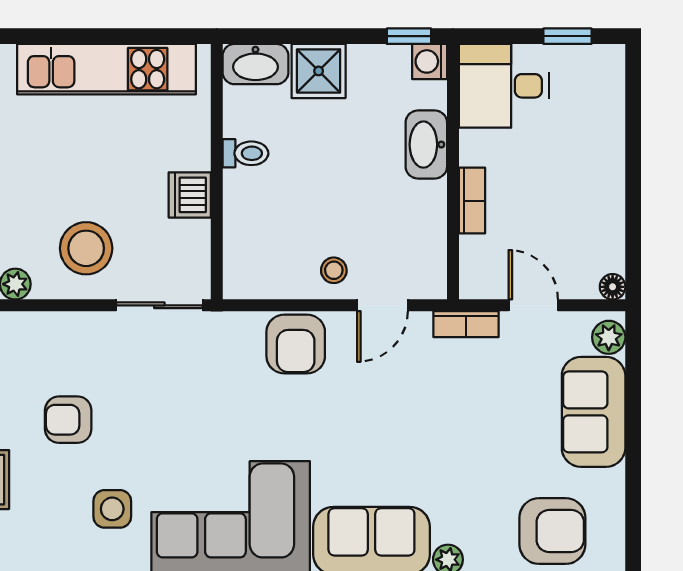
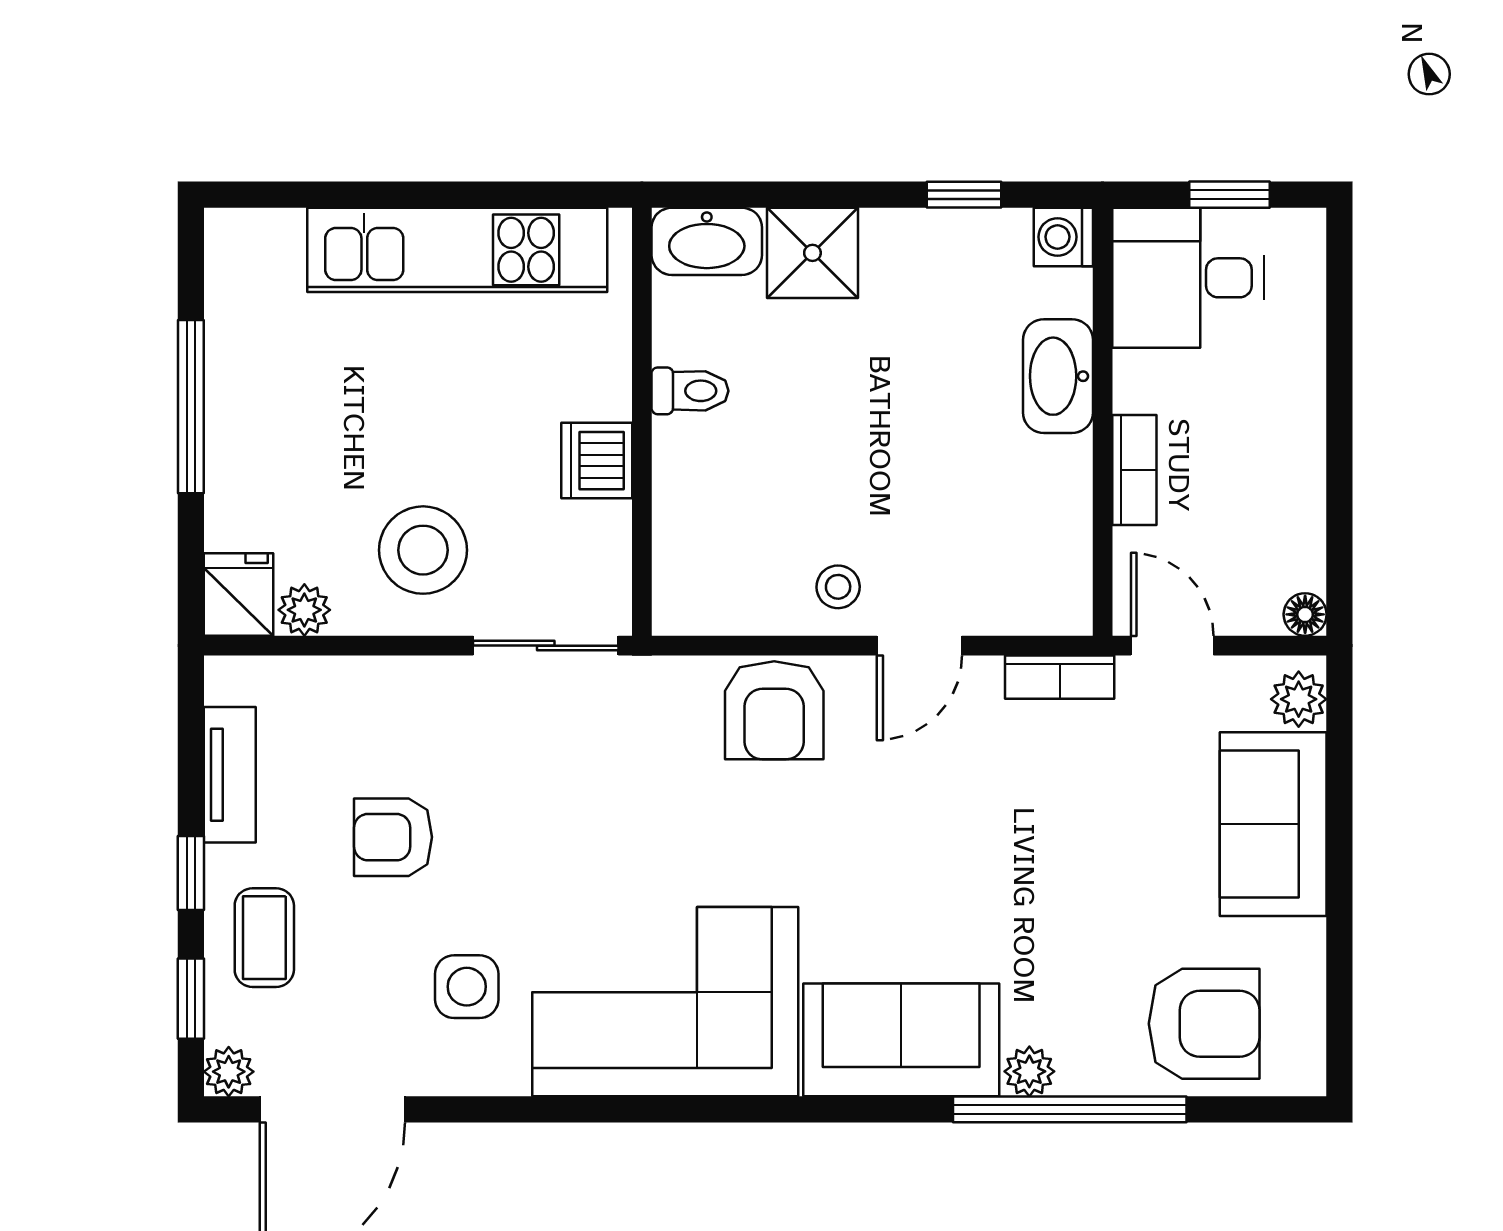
washing machine: (430, 61) -> (1063, 237), moved
desk: (504, 86) -> (1188, 278), moved
washbasin: (426, 145) -> (1058, 376), moved
wall: (453, 172) -> (1103, 422), moved
bookcase: (472, 201) -> (1134, 470), moved

